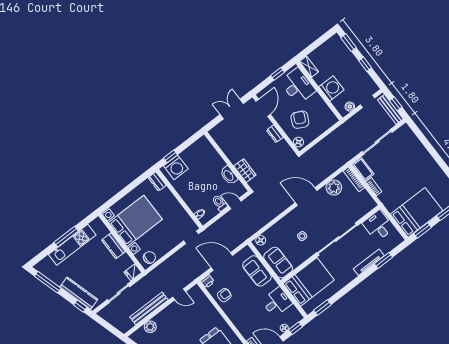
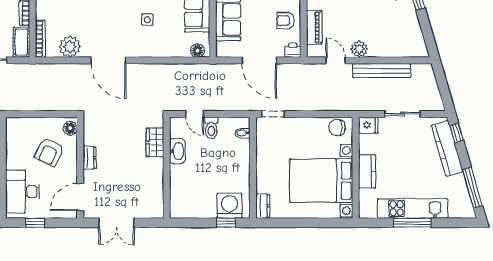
piano: (205, 304) -> (314, 27), added
plant: (150, 327) -> (359, 49), moved

